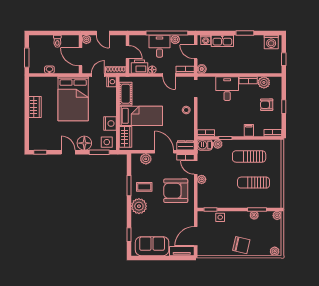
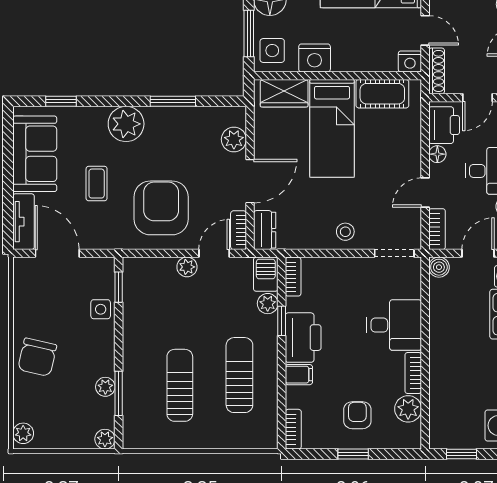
printer: (233, 129) -> (303, 338), added
coffee table: (144, 187) -> (97, 184), moved

